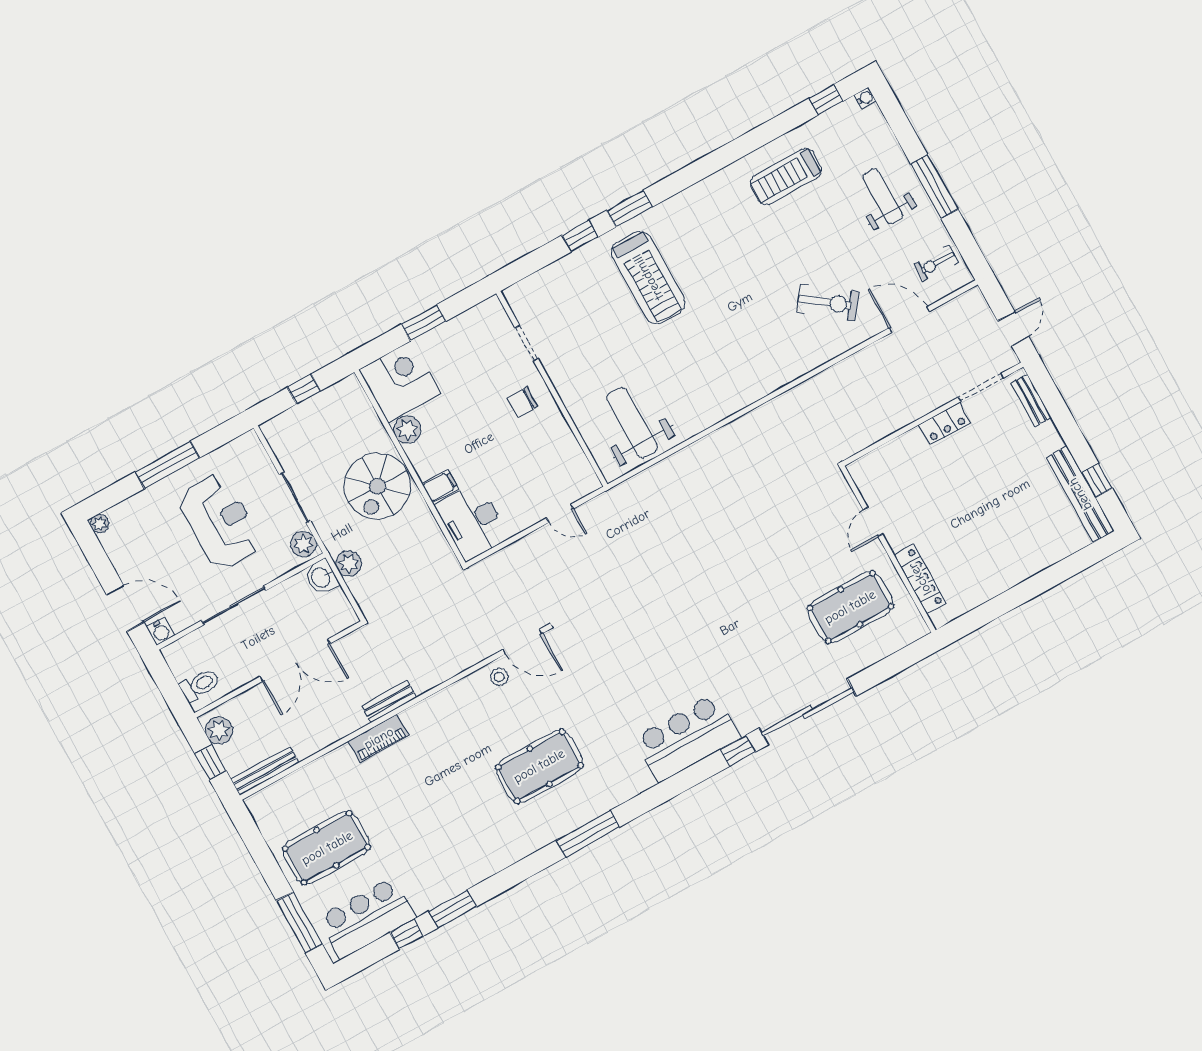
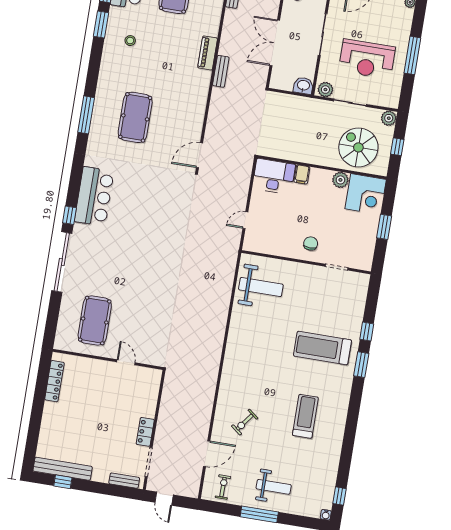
treadmill: (786, 176) -> (305, 416), moved
exercise bike: (828, 302) -> (245, 422), width x0.73, depth x0.72
spiral stairs: (377, 486) -> (358, 147), moved
plant: (349, 563) -> (389, 118), moved
locker: (920, 579) -> (54, 381), moved, turned -90
stool: (499, 677) -> (130, 41), moved

